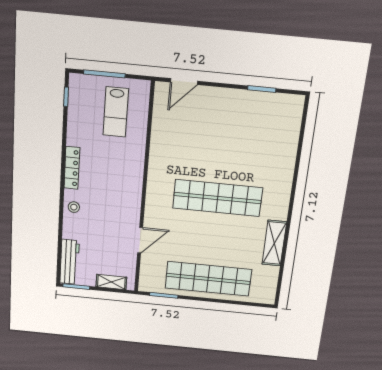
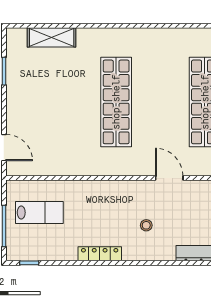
stool: (74, 207) -> (146, 225), moved
shelving: (274, 243) -> (52, 37), moved

